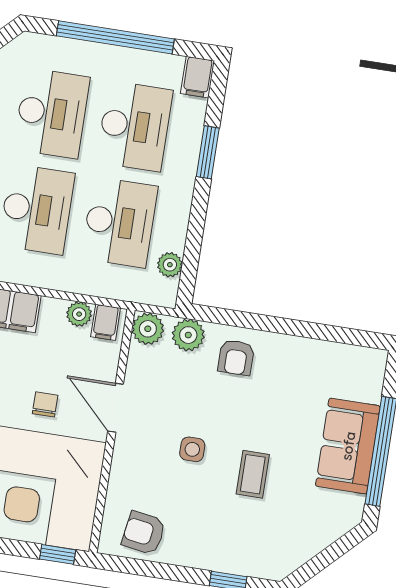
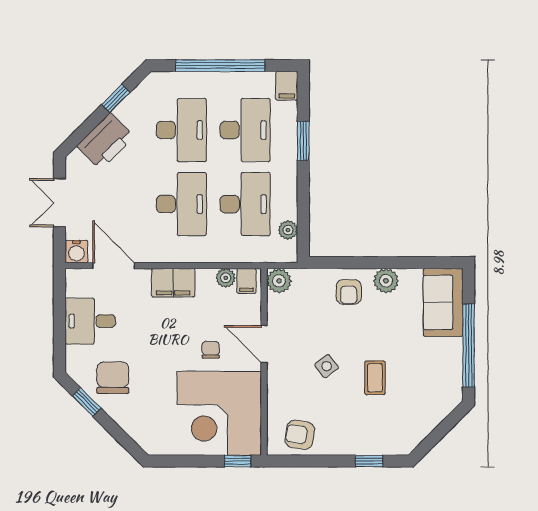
plant: (188, 335) -> (386, 281), moved
sofa: (348, 446) -> (443, 302), moved
side table: (192, 449) -> (327, 366), turned -37

